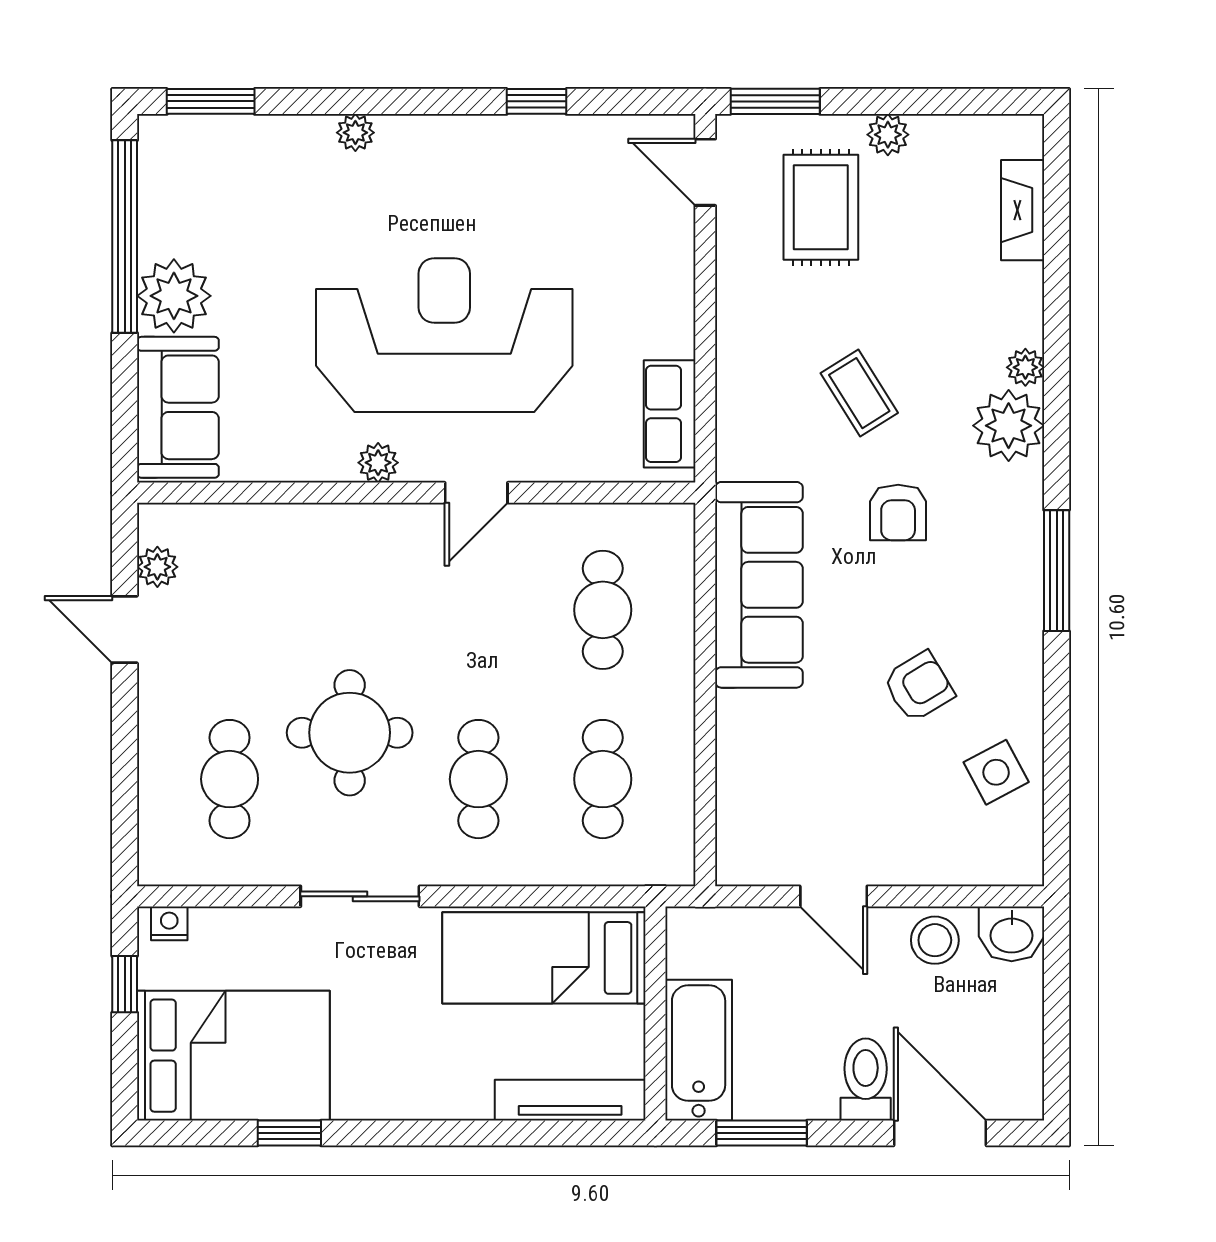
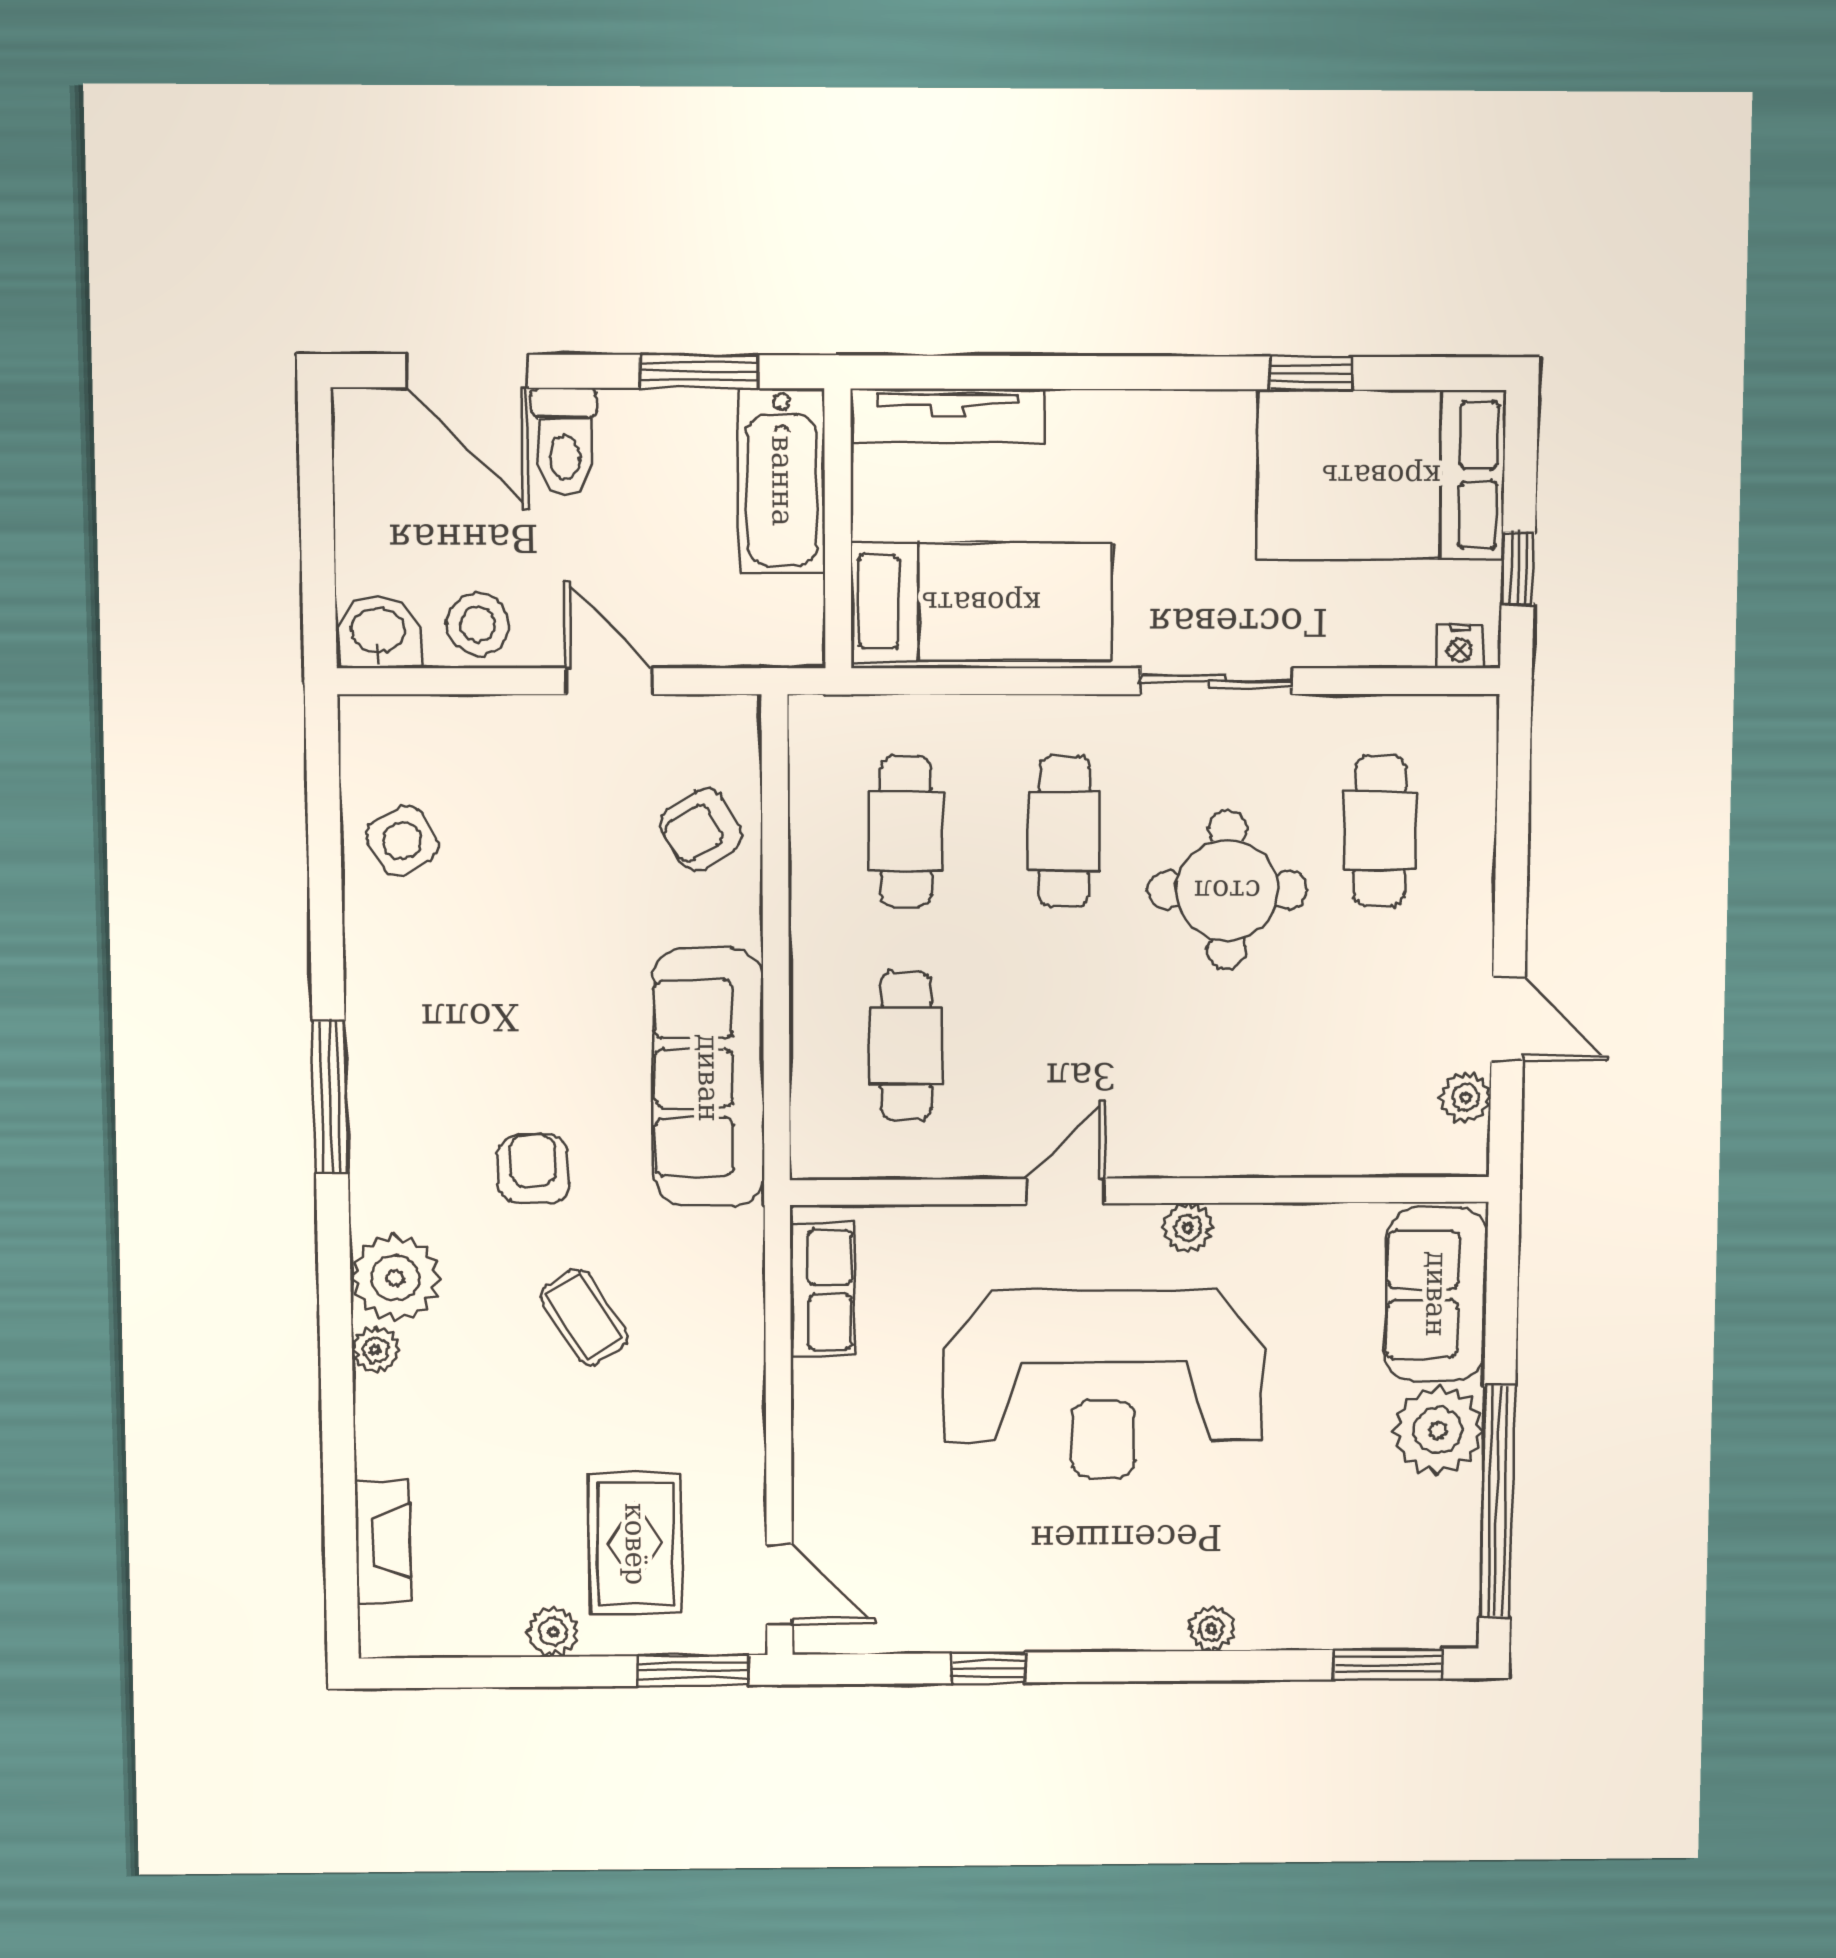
armchair: (919, 687) -> (701, 829), moved

